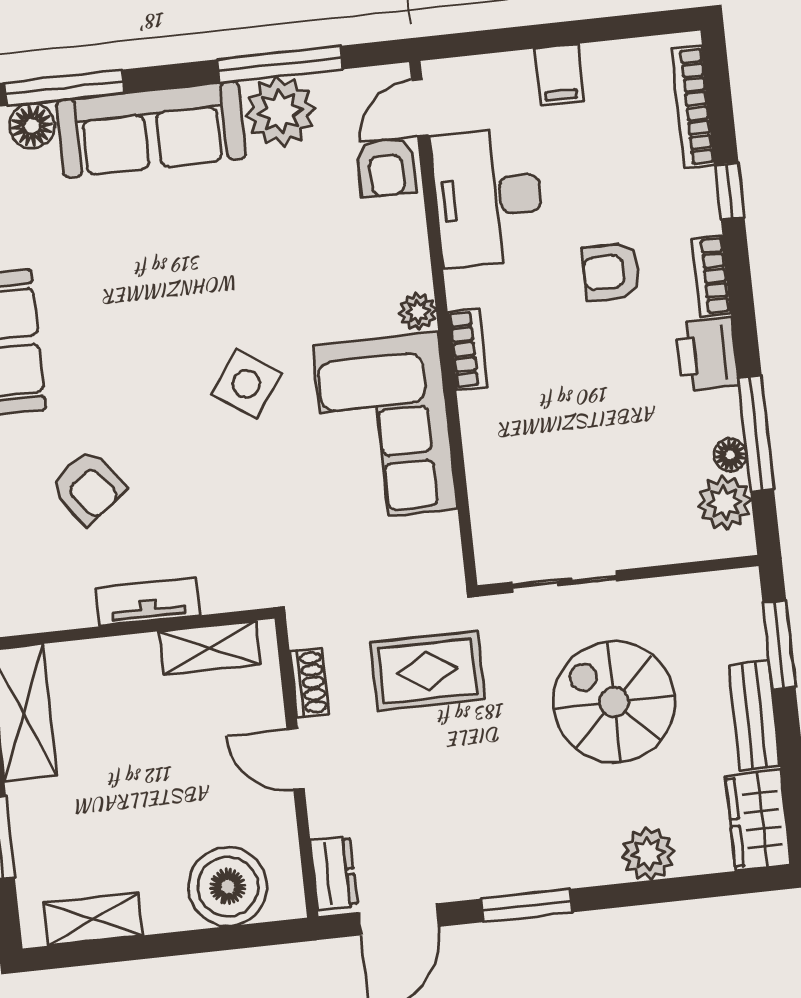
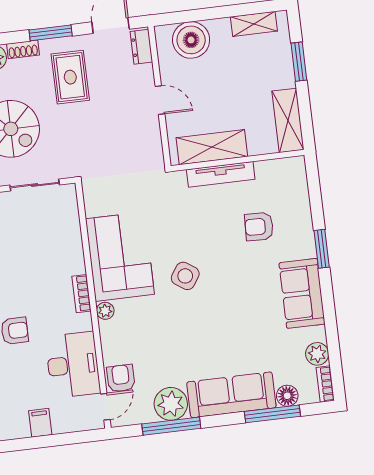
armchair: (88, 487) -> (259, 227), turned -51
tv unit: (147, 602) -> (221, 174), width x1.41
shelving: (210, 648) -> (212, 147), width x1.50, depth x1.33
rug: (428, 671) -> (70, 77), moved, turned 90
shoe rack: (309, 683) -> (23, 49), moved, turned -90

